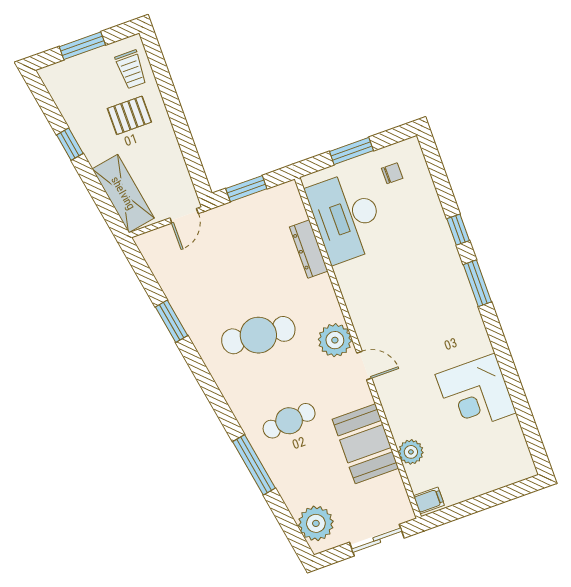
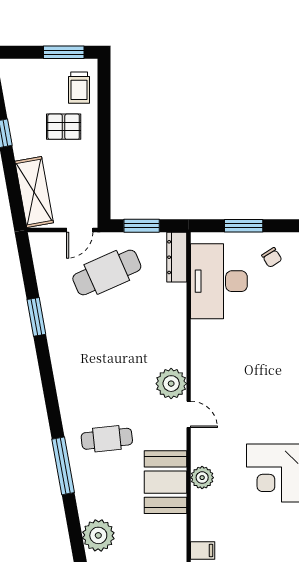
window: (82, 46) -> (64, 52), moved
chair: (392, 173) -> (272, 258), turned 58
dresser: (309, 249) -> (177, 257), moved
cafe table: (258, 335) -> (107, 272), moved, turned -30
plant: (411, 452) -> (202, 478), moved

